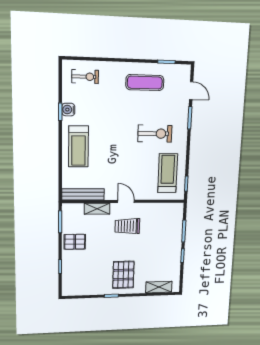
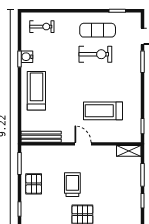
exercise bike: (155, 134) -> (95, 54), moved
treadmill: (78, 146) -> (36, 91), turned 180
treadmill: (168, 173) -> (103, 111), moved, turned -90
shelving: (97, 209) -> (129, 151), moved
trolley: (127, 226) -> (72, 185), moved, turned 90
pallet: (75, 242) -> (34, 184), turned 90

